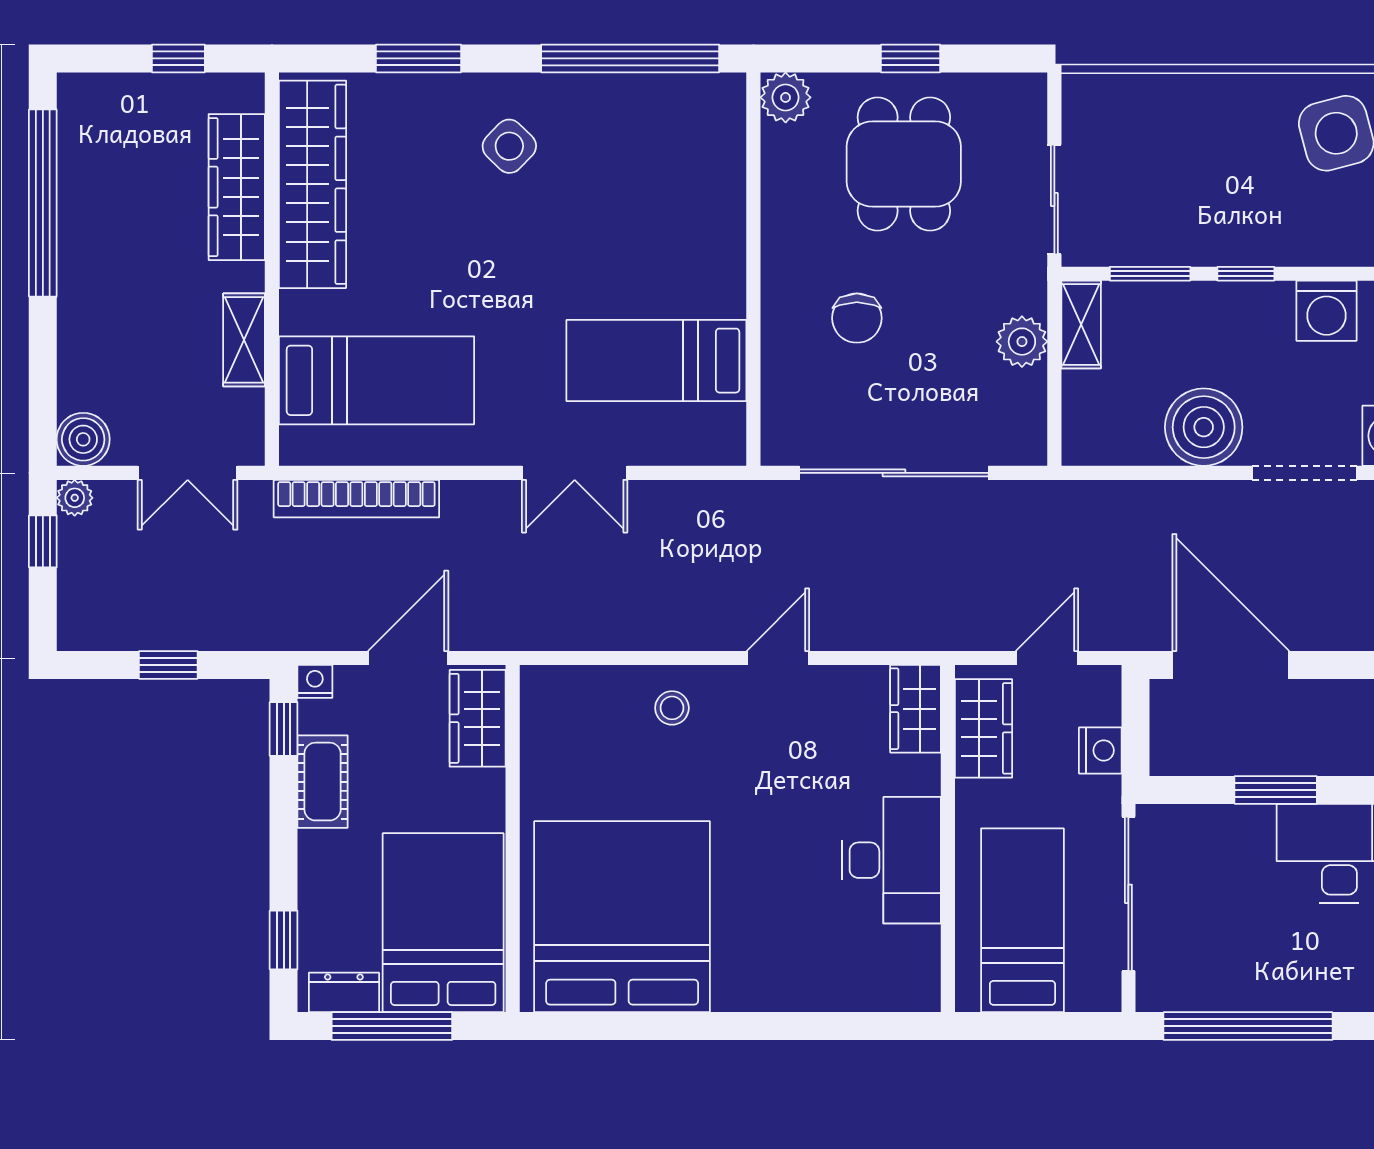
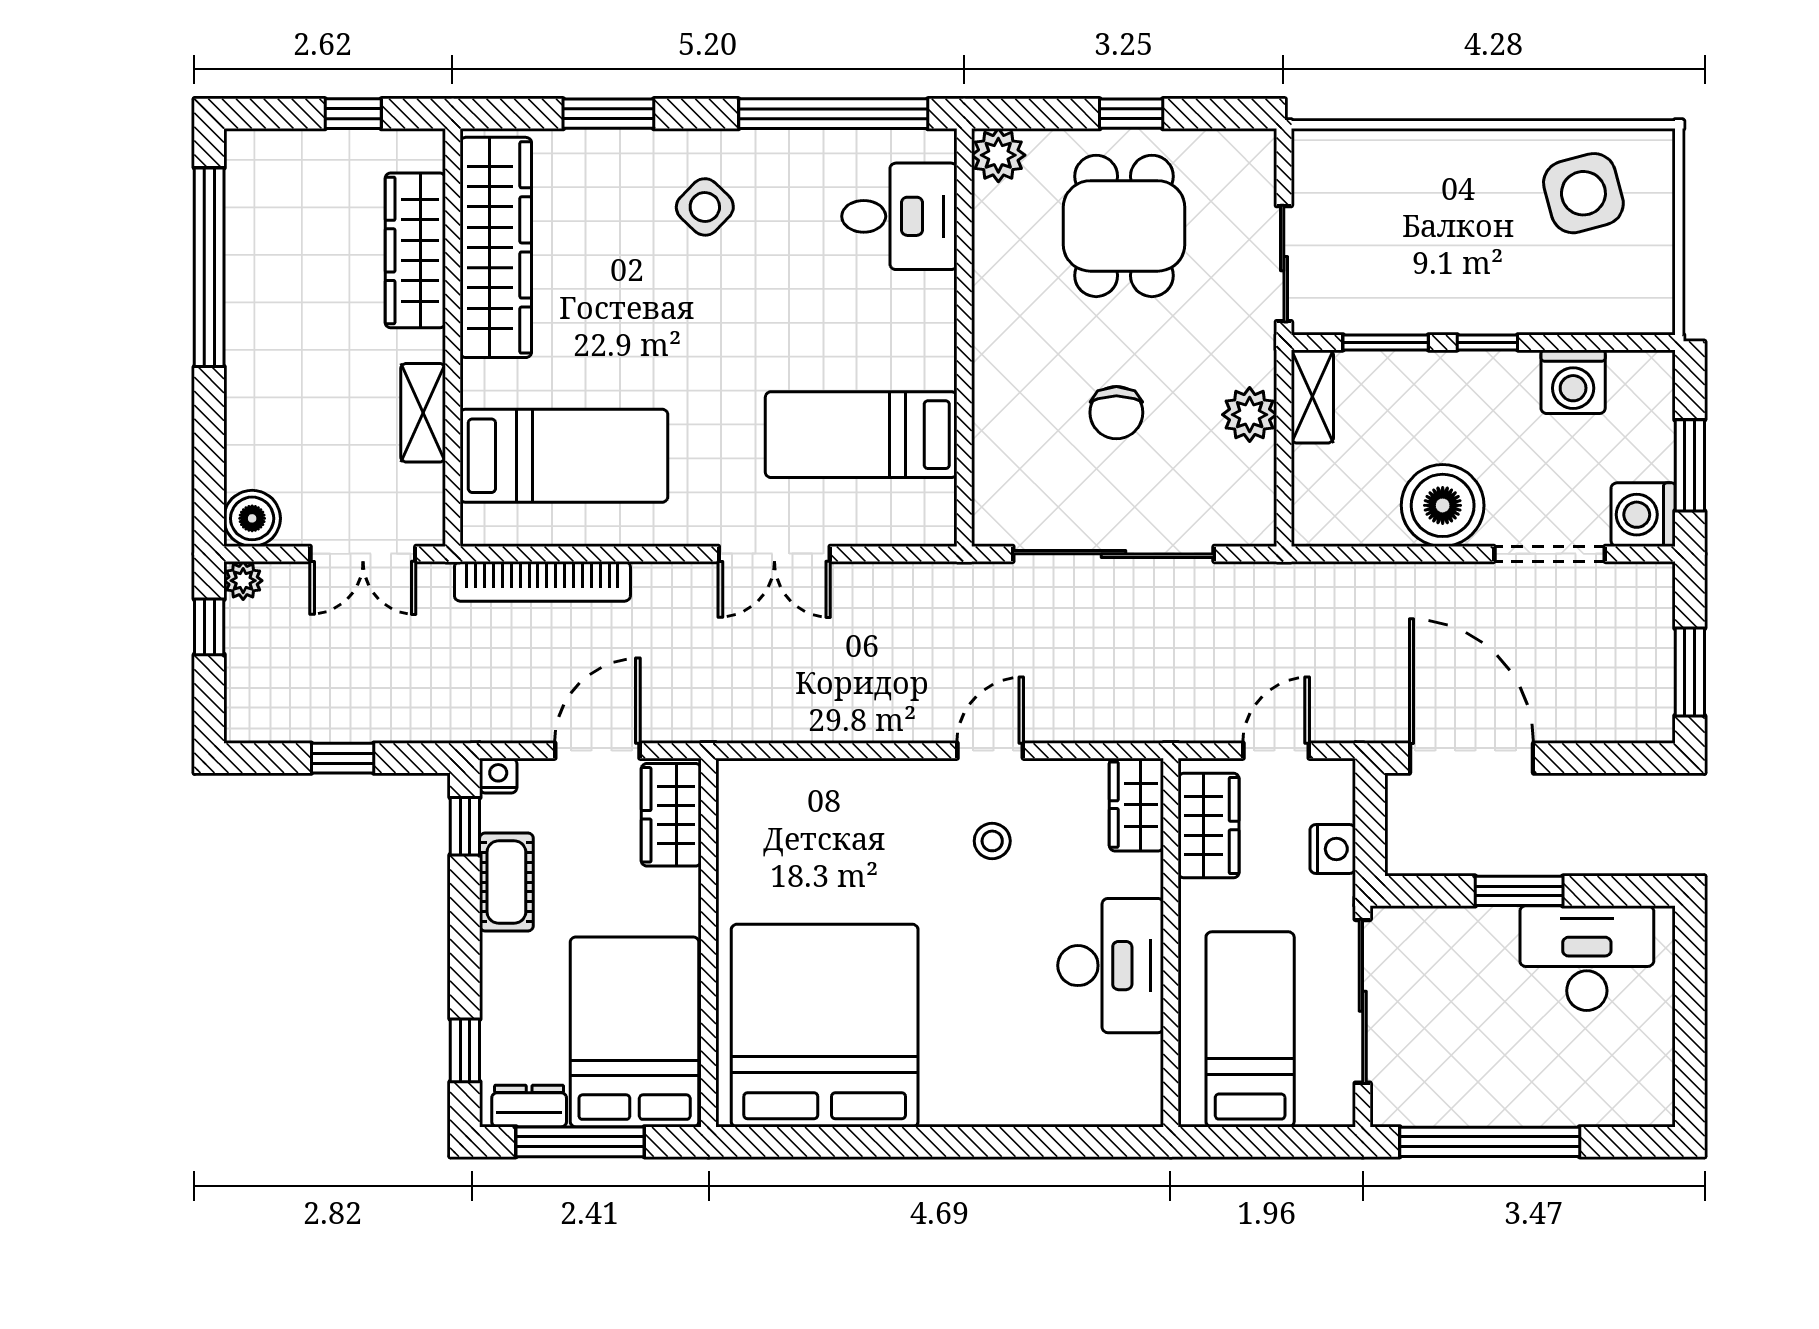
desk: (692, 155) -> (899, 216), added
chair: (857, 318) -> (1116, 413), moved
stool: (672, 708) -> (992, 841), moved

